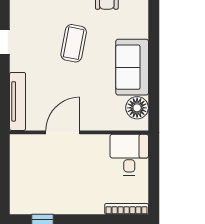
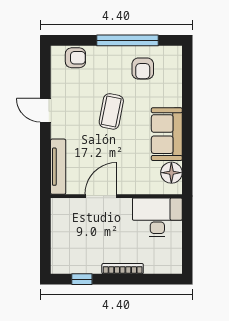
desk: (129, 155) -> (157, 217), width x1.37
bookcase: (127, 209) -> (123, 269), moved

